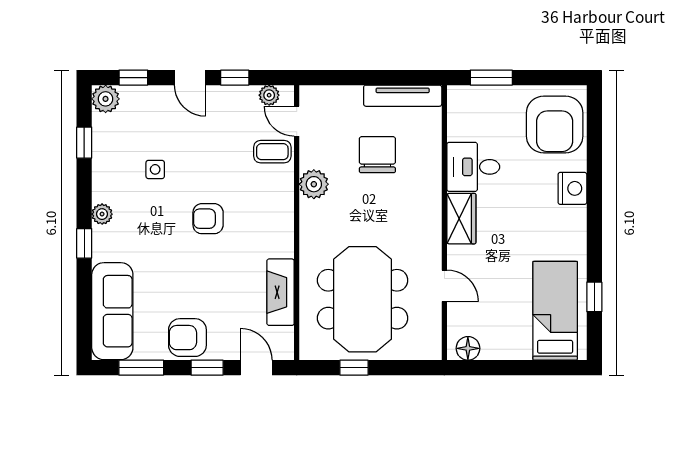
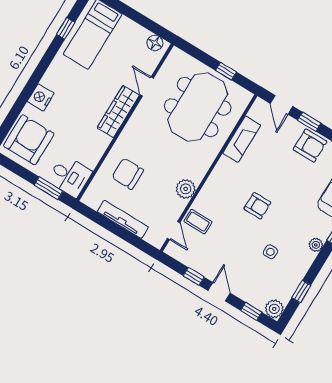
plant: (269, 95) -> (180, 255), removed
tv unit: (403, 96) -> (123, 219), moved
chair: (377, 155) -> (128, 174), moved, turned 90
desk: (473, 167) -> (70, 176), moved
wardrobe: (461, 219) -> (118, 111), width x1.50

